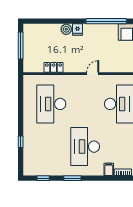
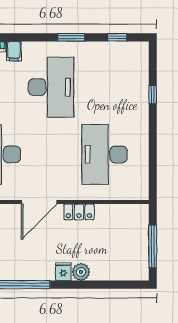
locker: (54, 67) -> (79, 212), moved
door: (93, 74) -> (39, 202), width x1.87
desk: (51, 104) -> (105, 154), turned 180

